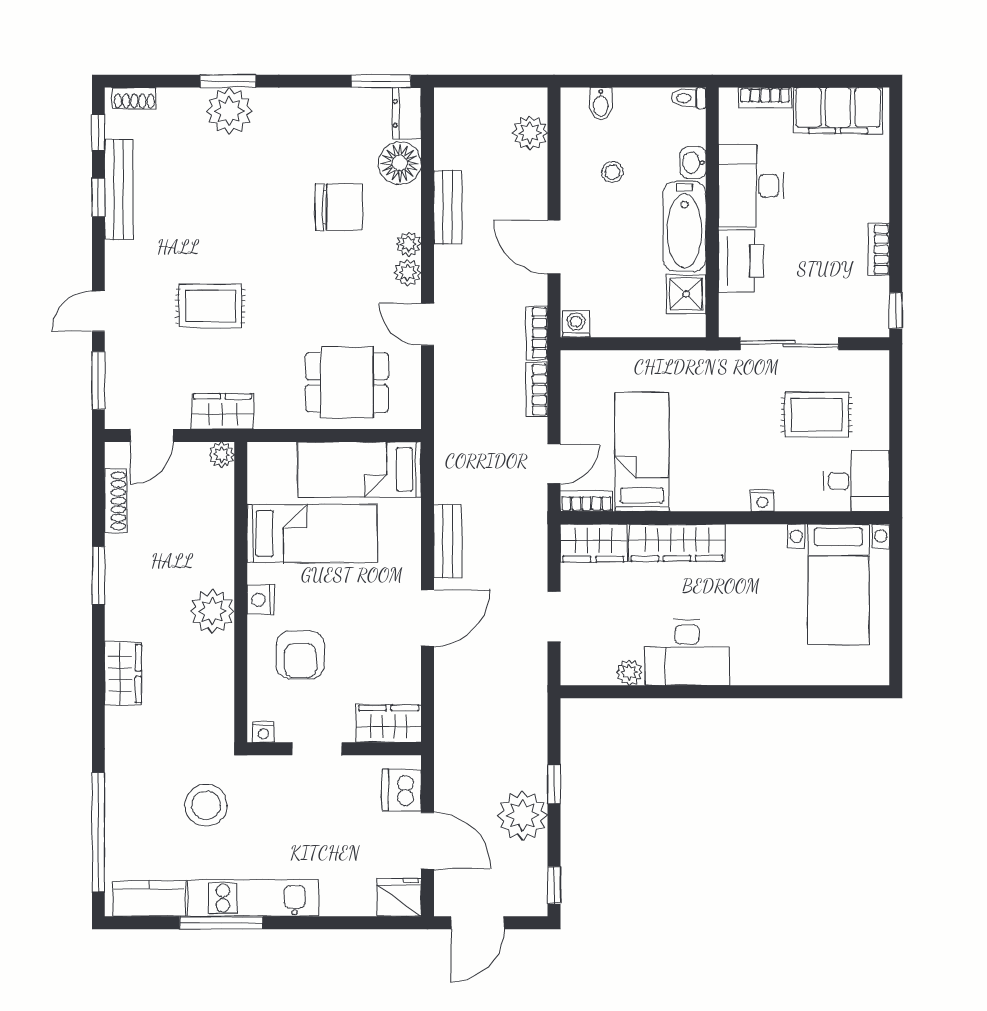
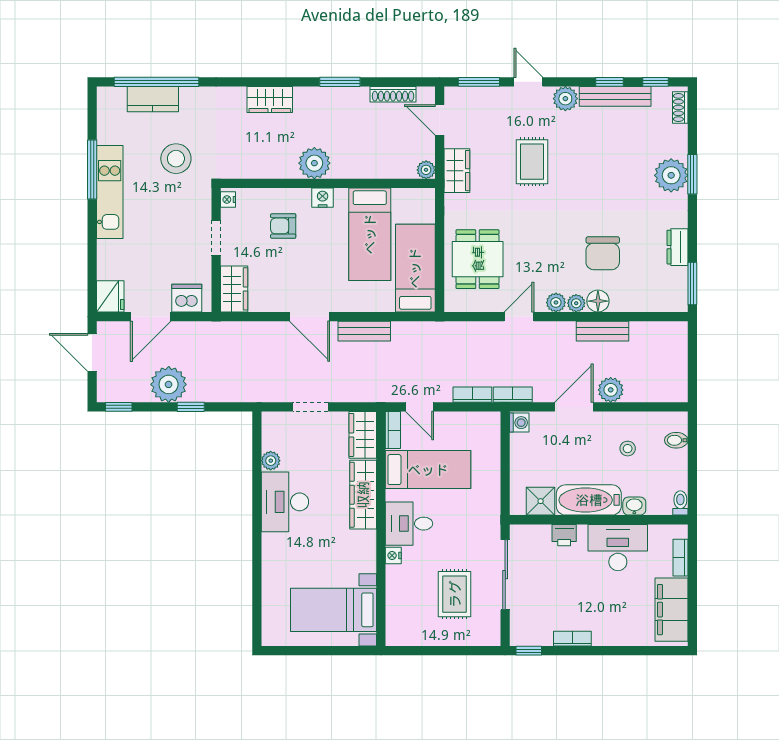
dresser: (407, 113) -> (678, 247), moved, turned -90
plant: (530, 133) -> (611, 390), moved
floor lamp: (400, 163) -> (598, 301), moved, width x0.73, depth x0.73
plant: (122, 259) -> (565, 99), added
printer: (741, 261) -> (564, 535), width x0.53, depth x0.68
desk: (856, 481) -> (409, 524), moved, turned 90
armchair: (300, 655) -> (283, 226), width x0.72, depth x0.72
kitchen counter: (149, 899) -> (153, 99), moved, turned 90

